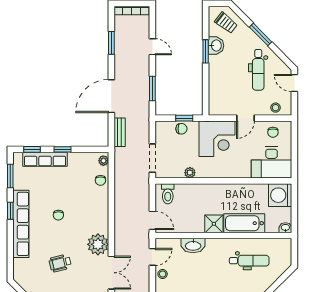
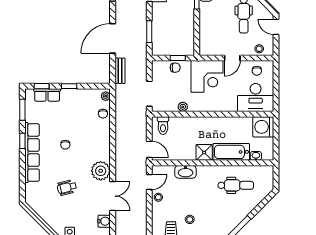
row of seats: (45, 159) -> (47, 95), width x0.68
washbasin: (285, 228) -> (256, 156), moved

